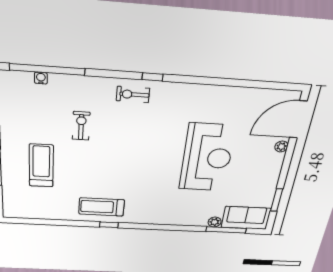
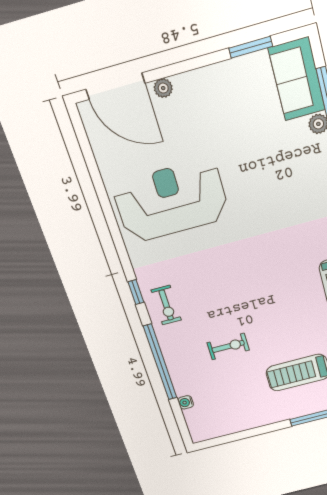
window: (47, 69) -> (160, 362), moved
exercise bike: (81, 126) -> (228, 346), turned 180
reception desk: (207, 158) -> (171, 201), moved

